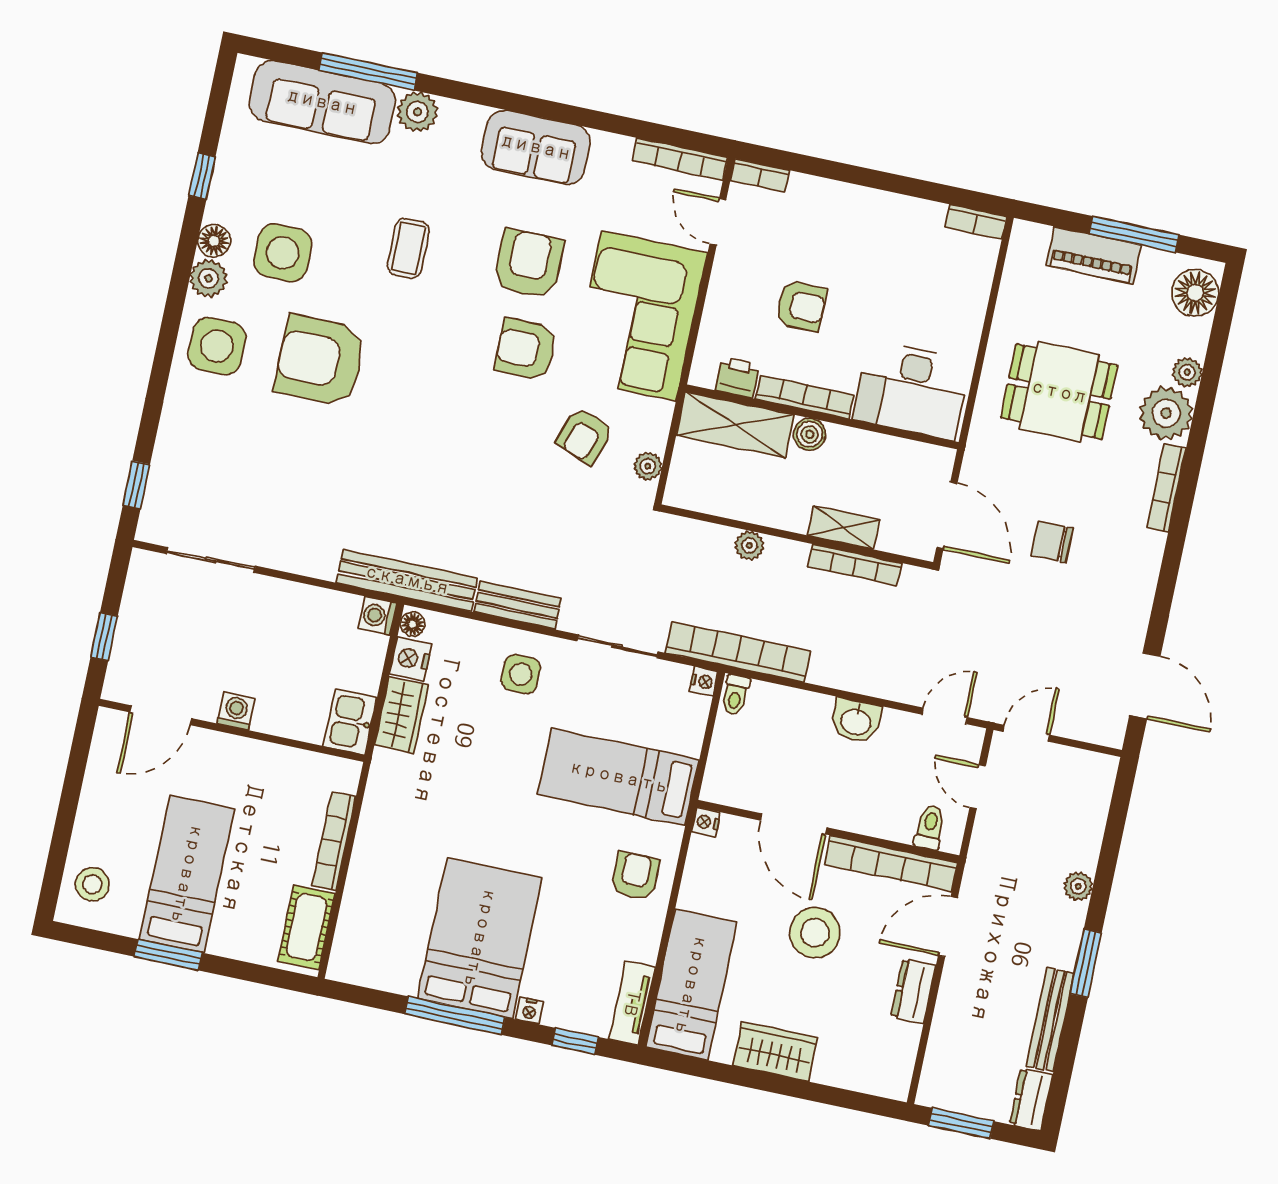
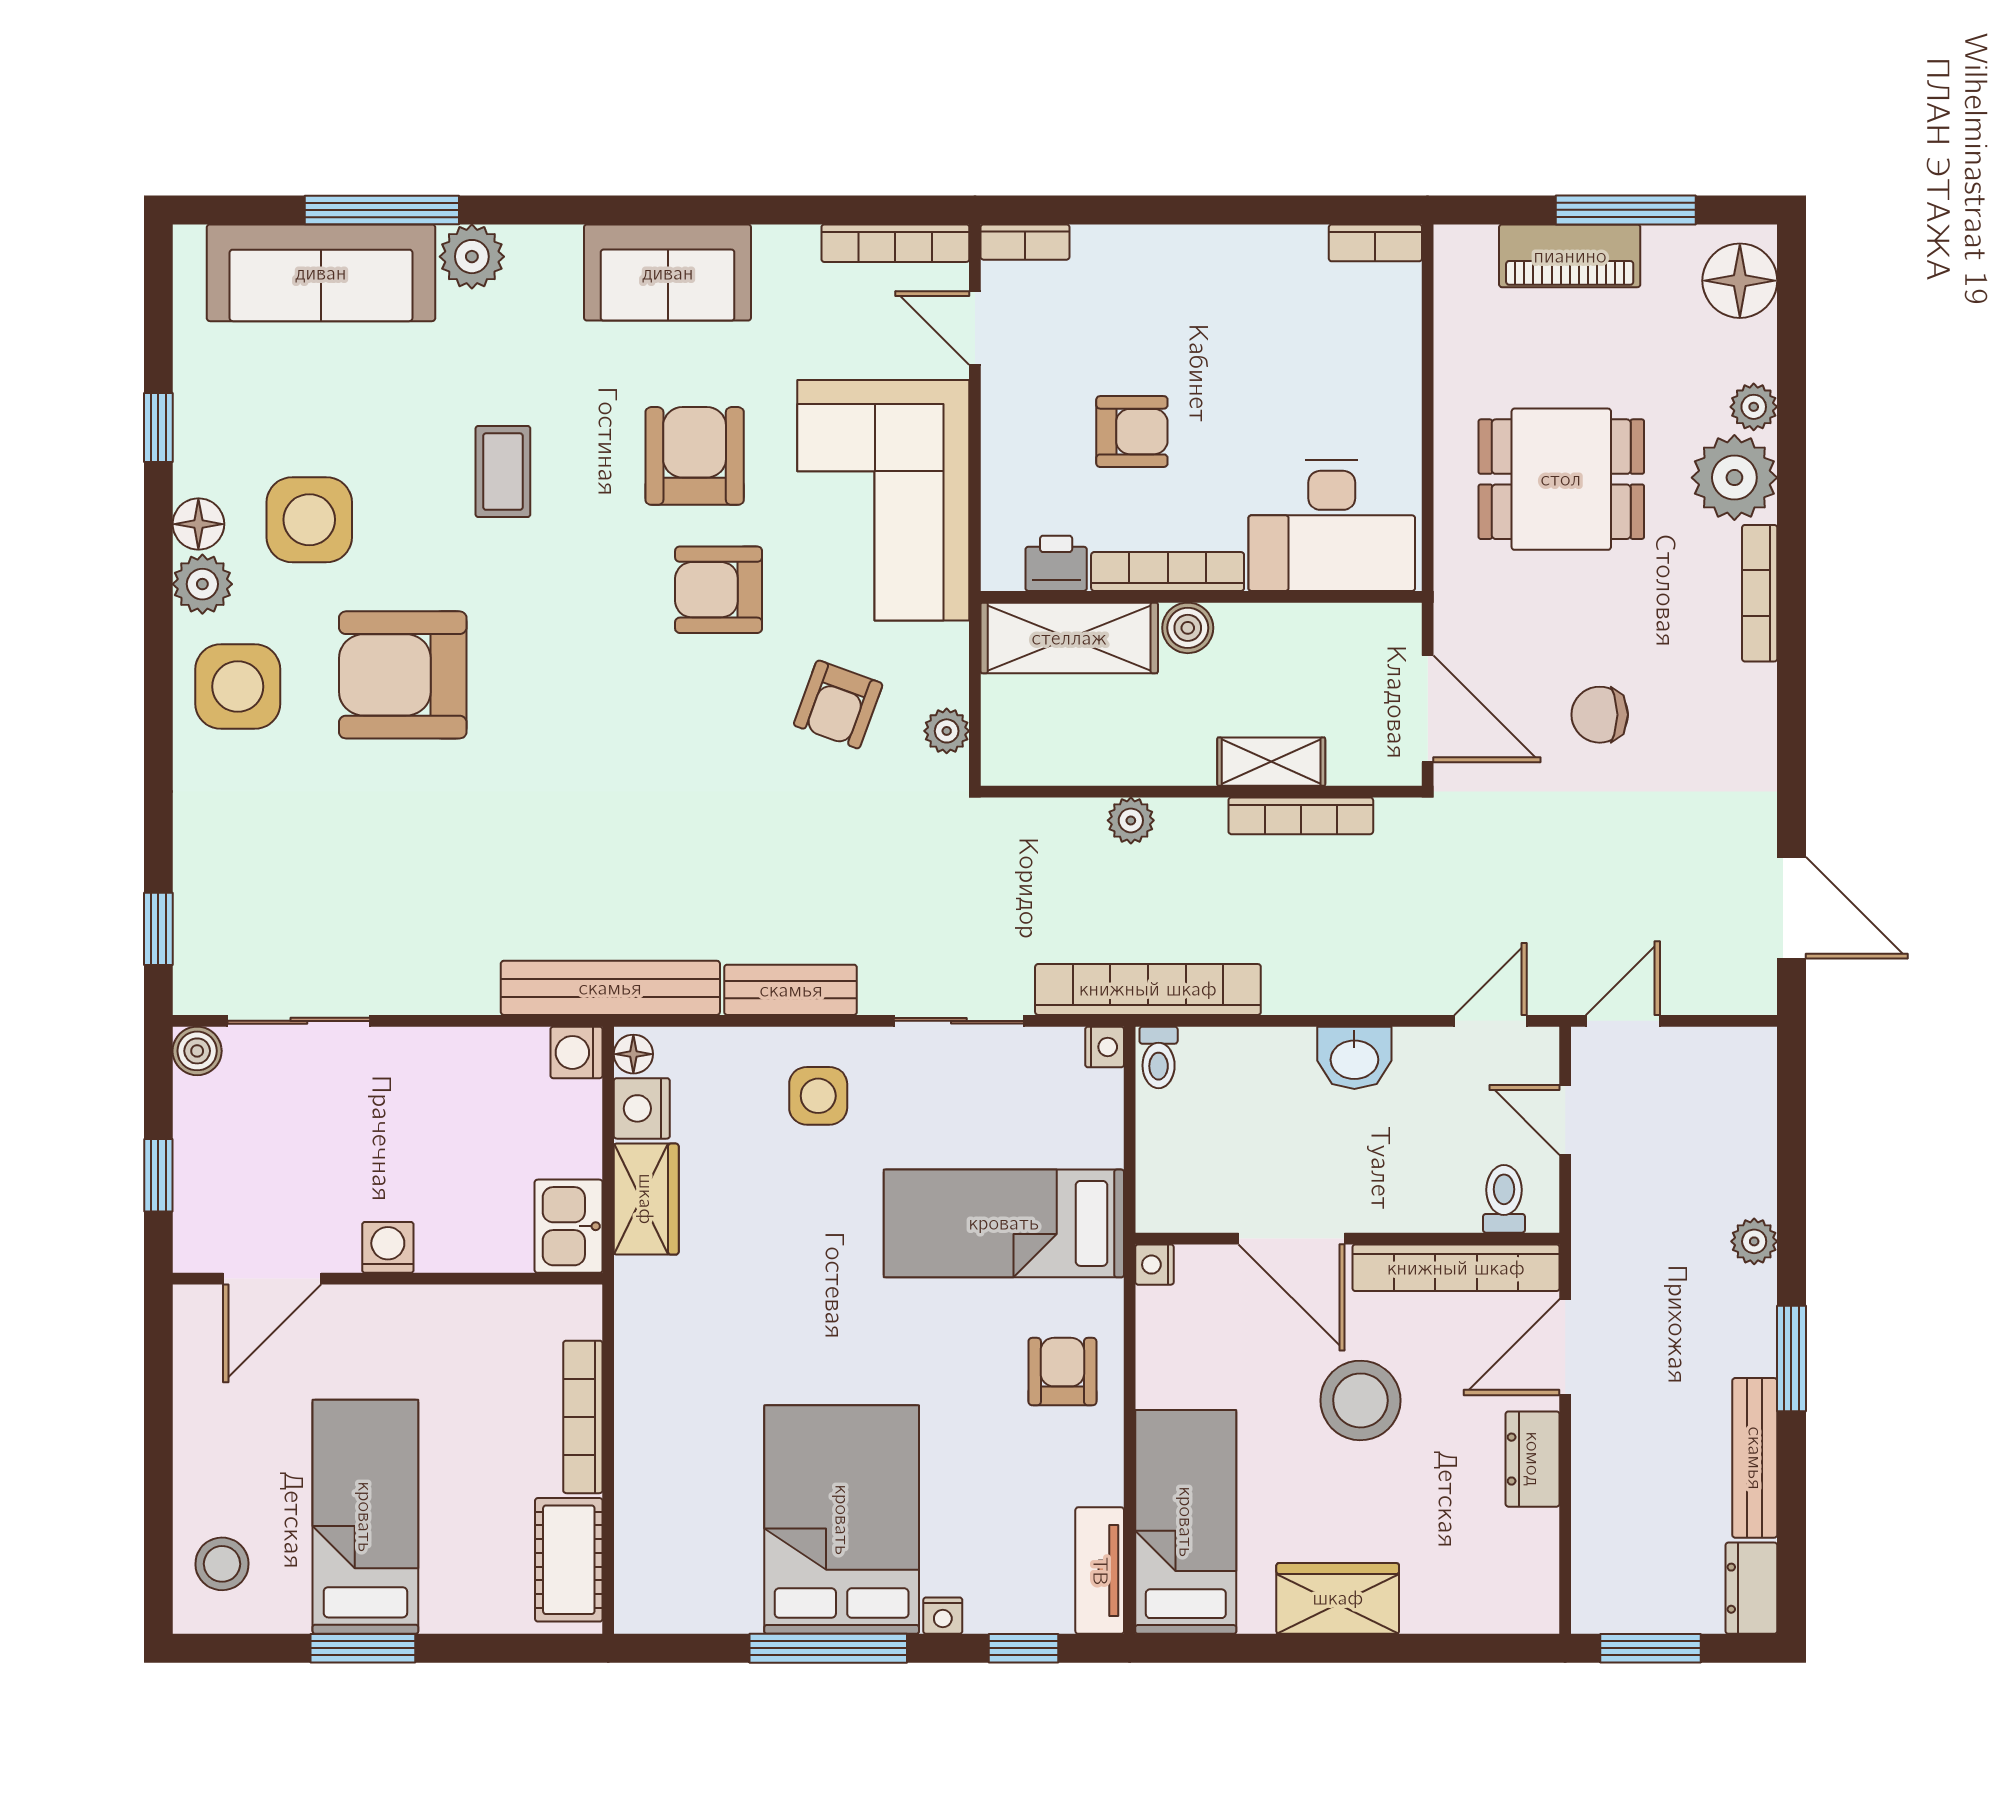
boiler: (144, 565) -> (197, 1051), added

